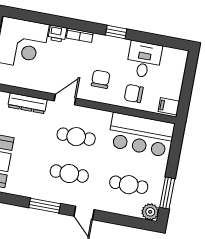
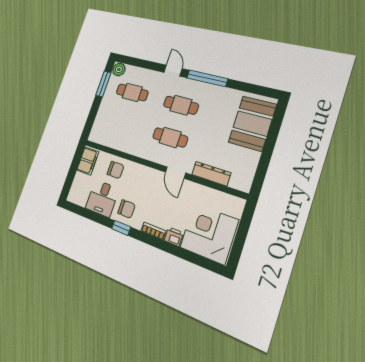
chair: (101, 79) -> (127, 209), moved, turned -90
door: (65, 100) -> (175, 172), hinge flipped
filing cabinet: (169, 106) -> (88, 161), width x2.00
bar counter: (141, 135) -> (115, 133), removed
window: (45, 206) -> (207, 78), width x1.44

